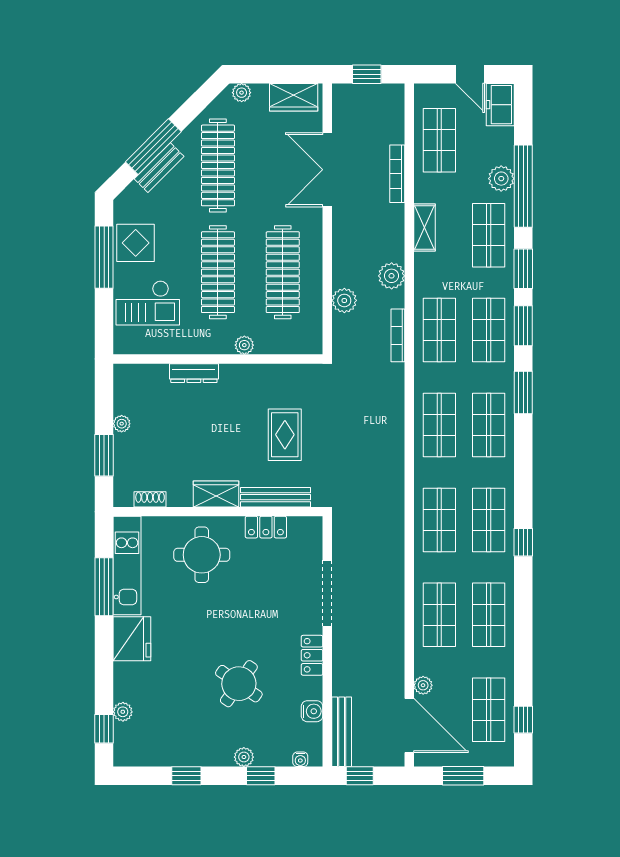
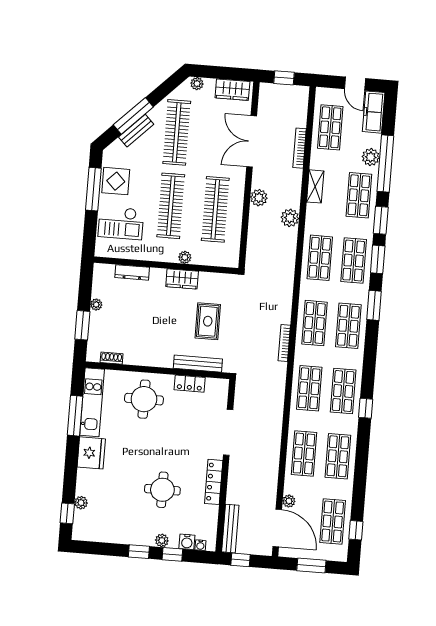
freezer: (500, 105) -> (374, 112), width x1.40
plant: (344, 300) -> (259, 198), moved
bookcase: (398, 335) -> (284, 343), moved
dresser: (194, 373) -> (132, 272), moved
wardrobe: (216, 494) -> (182, 279), moved, turned 180
locker: (312, 655) -> (214, 482), width x1.53
round table: (239, 684) -> (162, 490), turned -35
water cooler: (312, 711) -> (187, 542), moved, turned 90
window: (186, 776) -> (139, 552), moved

